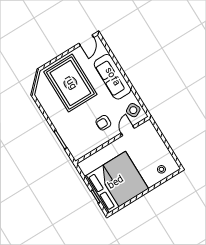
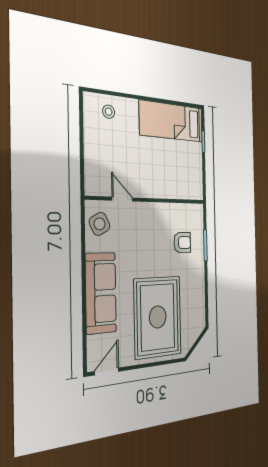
armchair: (103, 123) -> (182, 243), moved
door: (128, 131) -> (122, 199), swing flipped
bed: (116, 183) -> (172, 121), width x0.49

